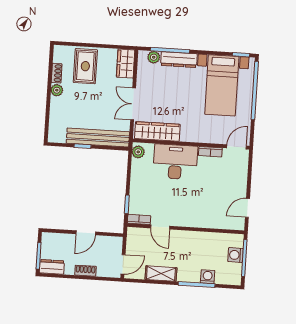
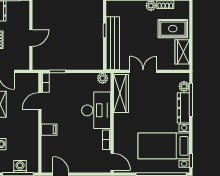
wardrobe: (126, 64) -> (182, 52), moved, turned -90
filing cabinet: (194, 218) -> (49, 130), added
door: (86, 233) -> (31, 38), swing flipped

